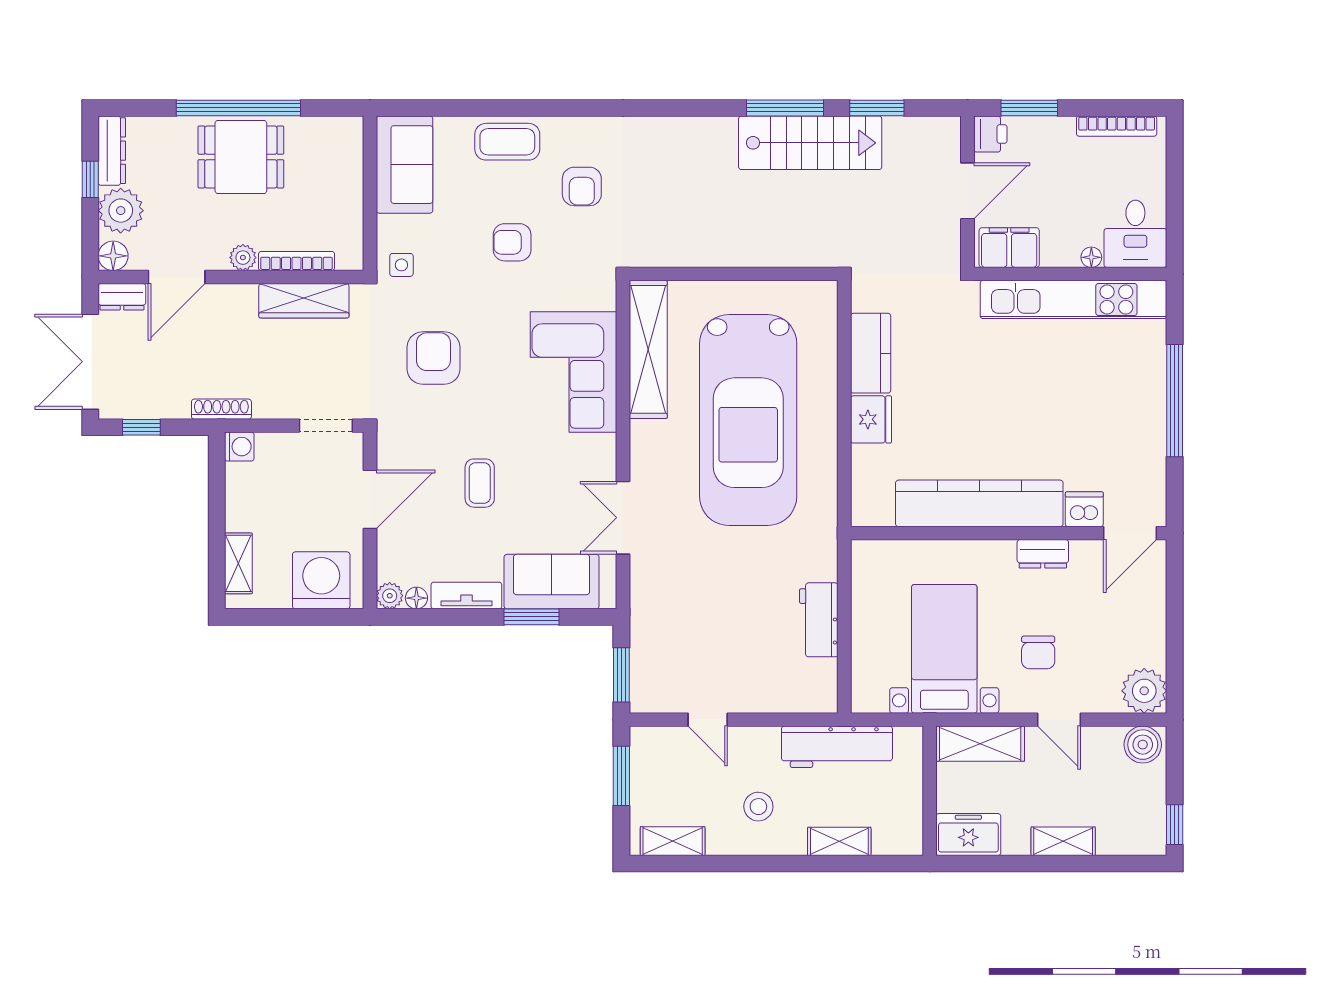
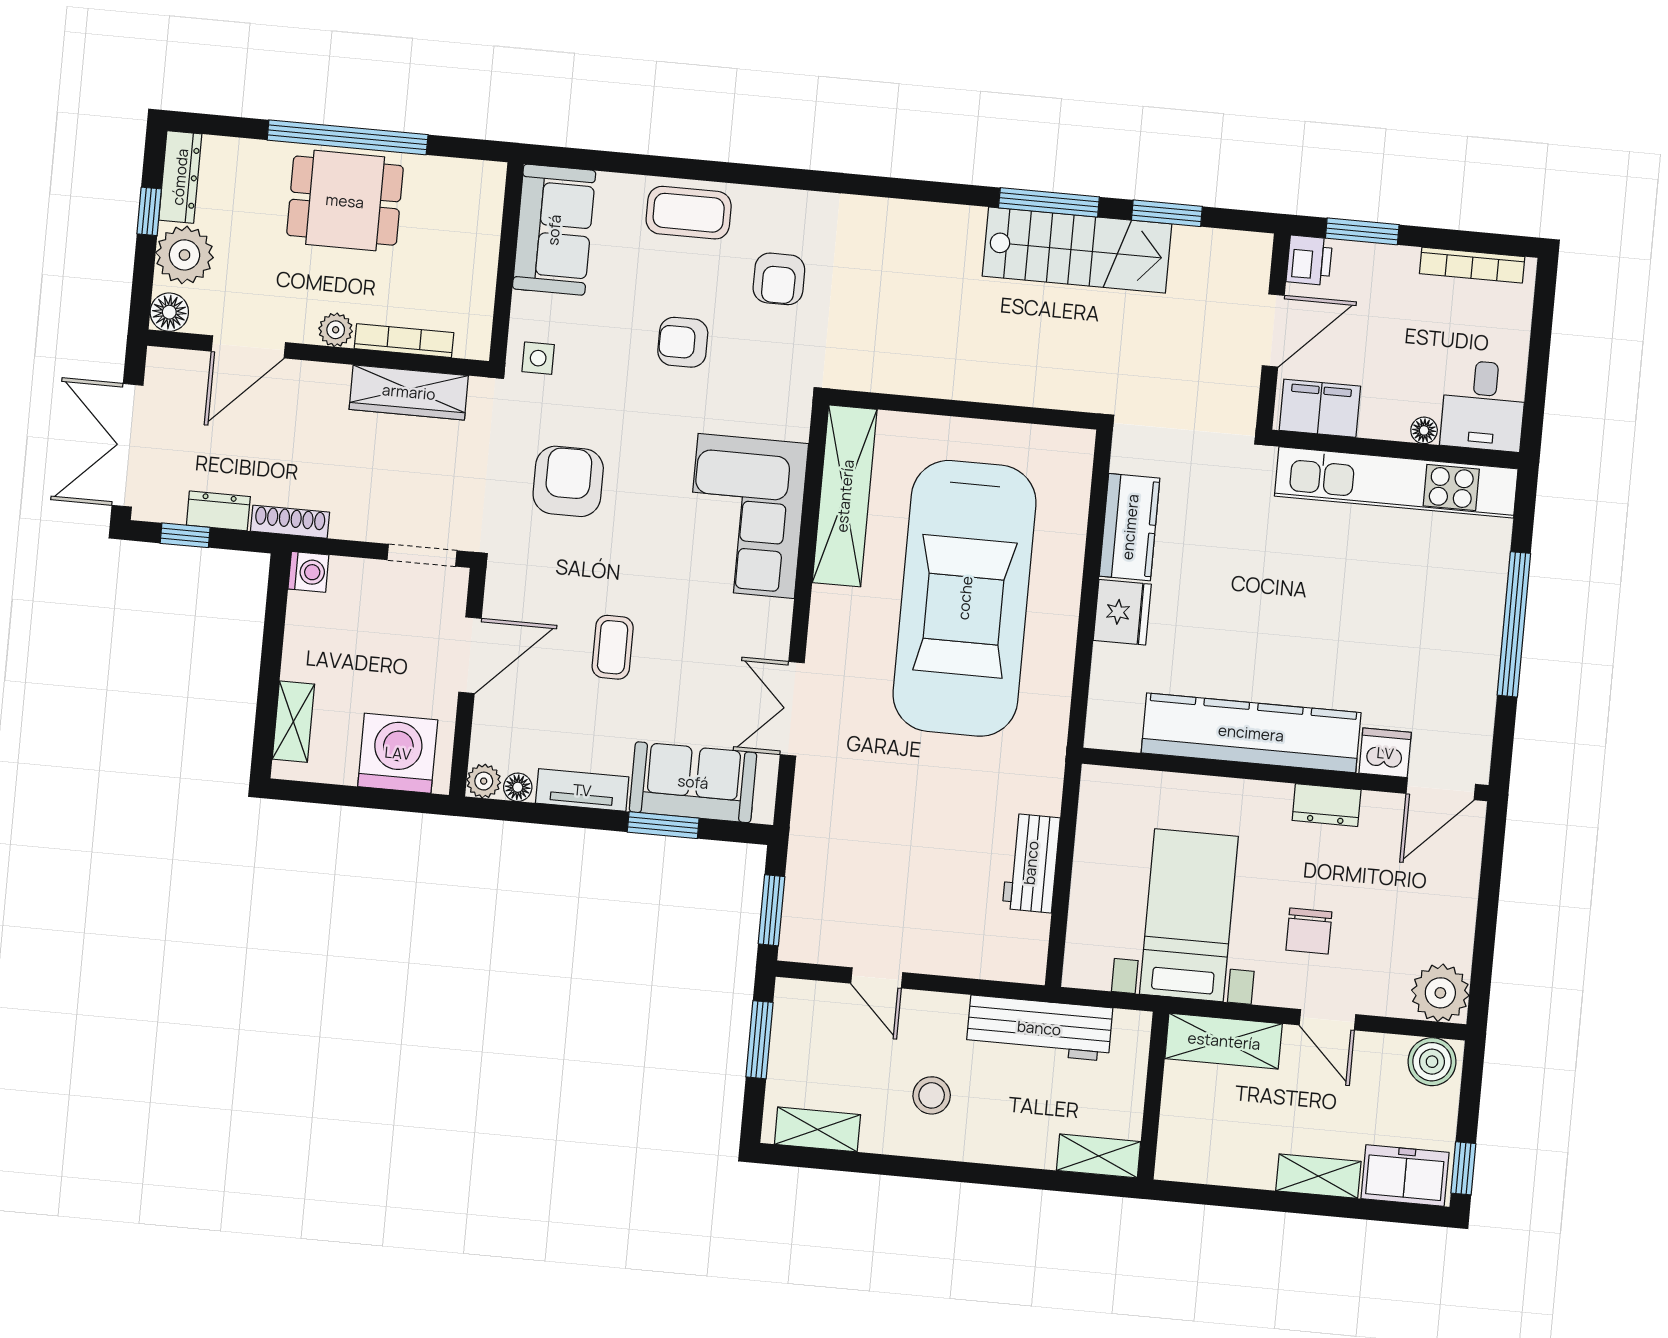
dresser: (122, 297) -> (218, 511), moved, turned 180
freezer: (968, 835) -> (1405, 1176), moved
shelving: (839, 841) -> (1099, 1156), moved

